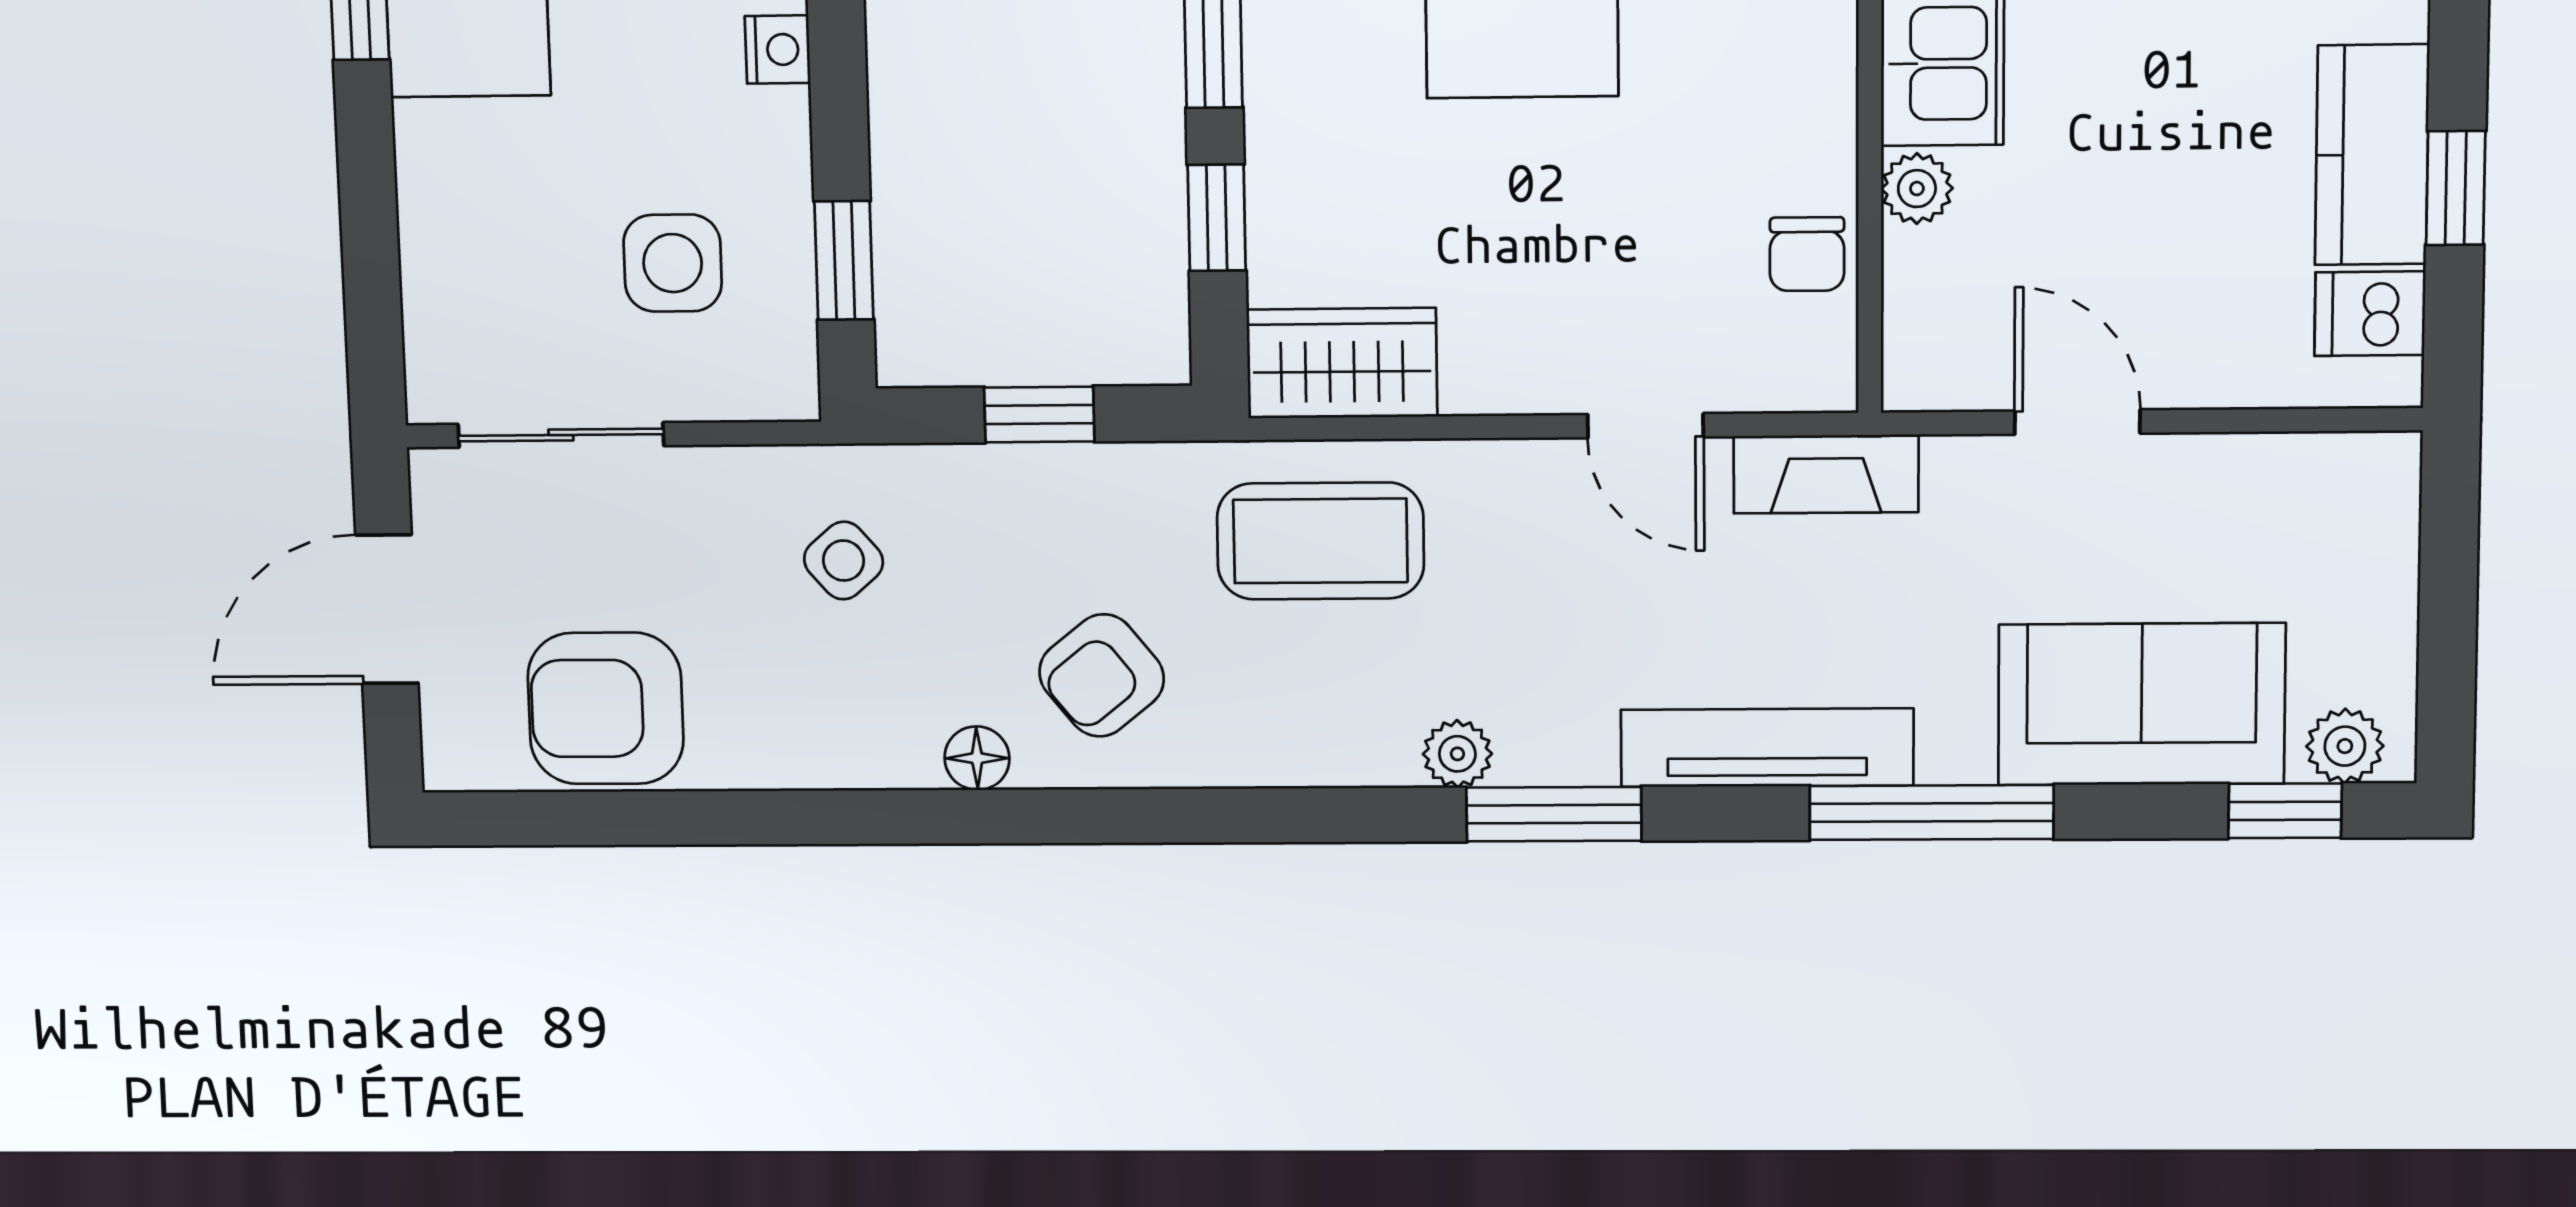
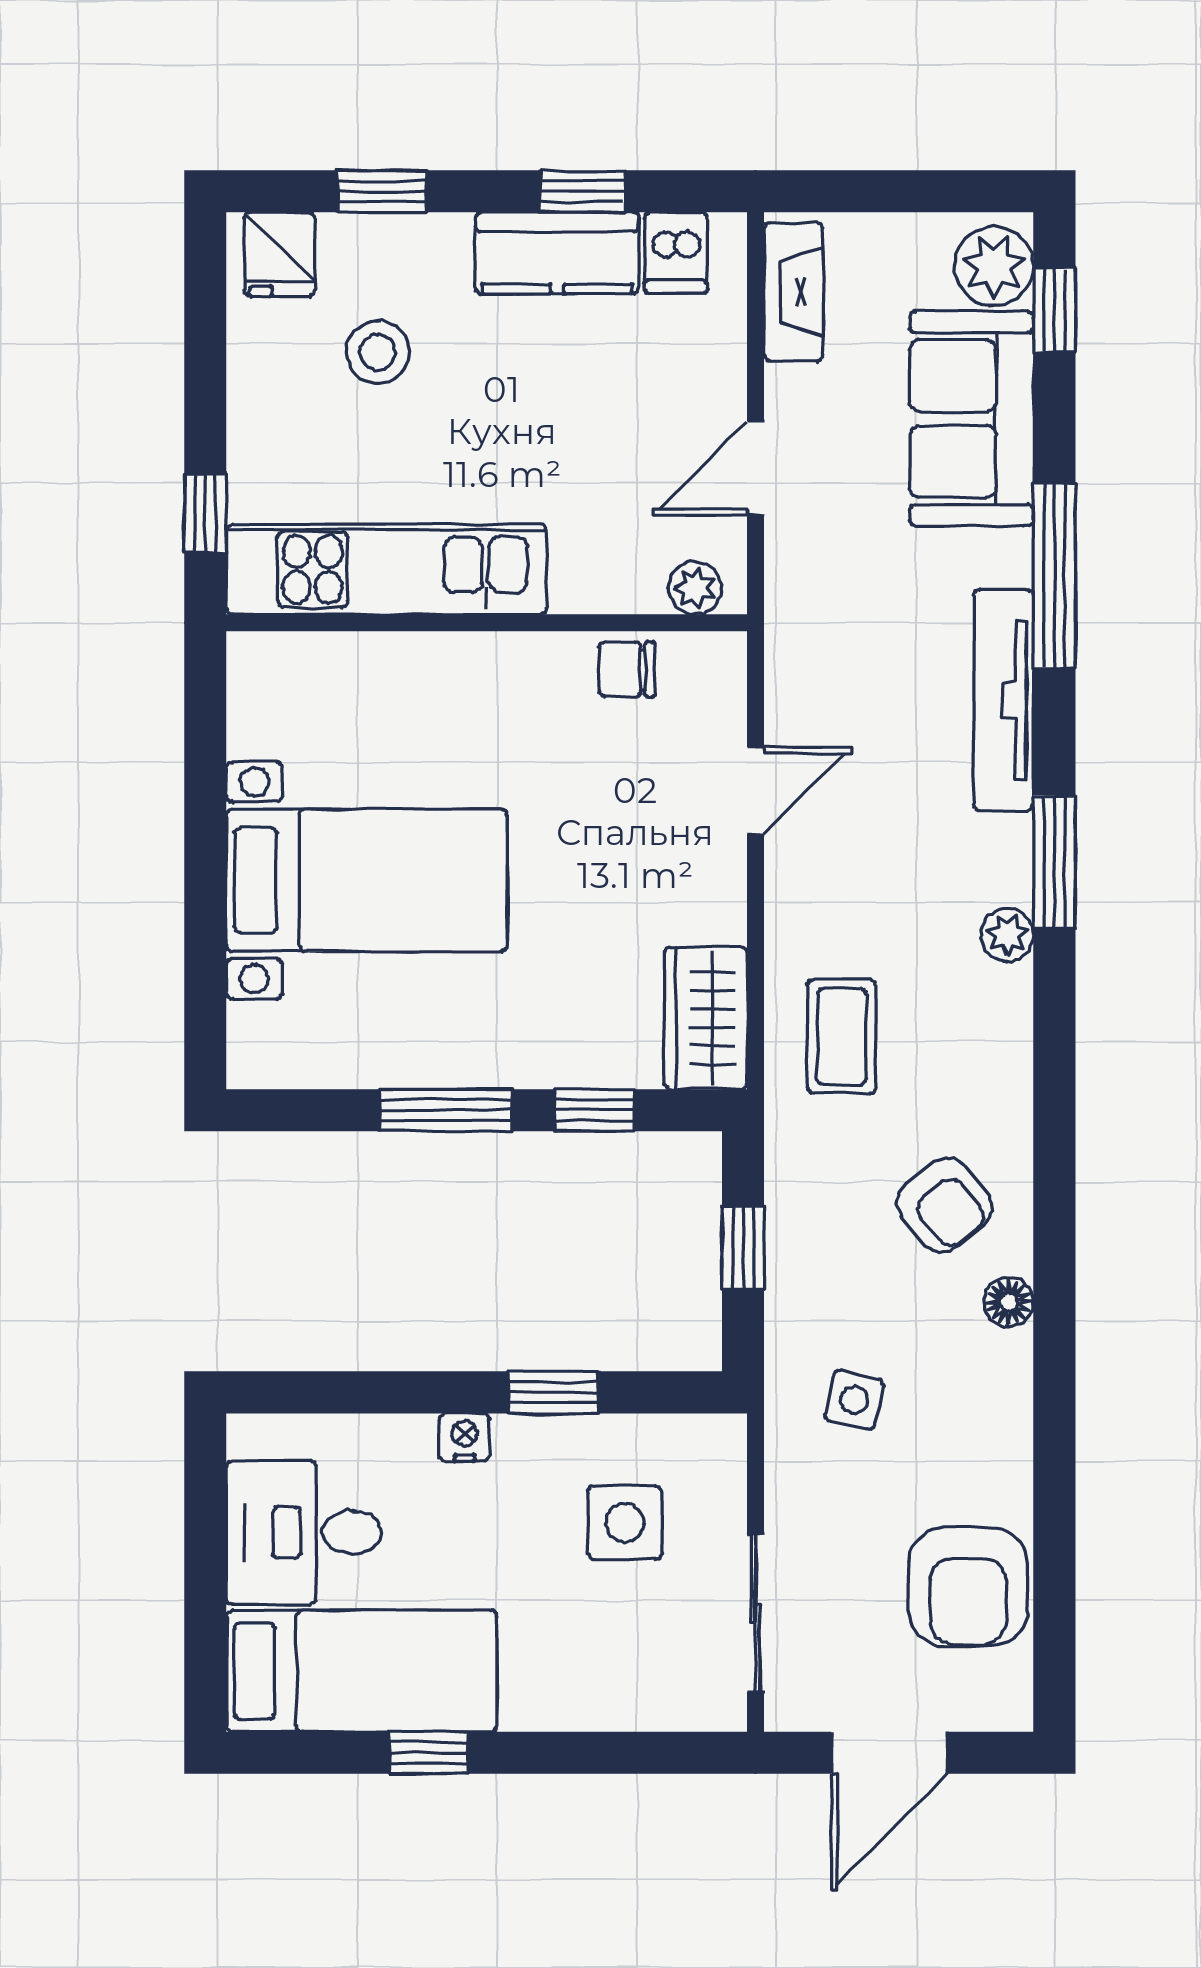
plant: (1917, 189) -> (695, 588), moved
chair: (1807, 254) -> (627, 669), turned 180
window: (844, 260) -> (554, 1392), moved
fireplace: (1826, 474) -> (793, 292), moved
coffee table: (1320, 541) -> (842, 1036), width x0.73, depth x0.77
side table: (844, 561) -> (854, 1400), turned -36
door: (387, 609) -> (890, 1753), hinge flipped
plant: (2345, 746) -> (994, 266), width x1.38, depth x1.38

